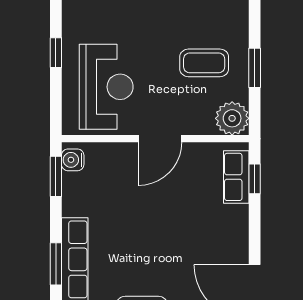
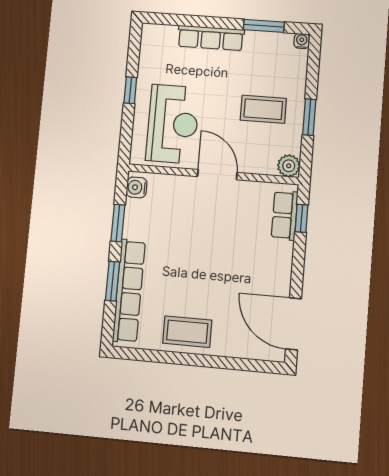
plant: (232, 118) -> (289, 166), width x0.73, depth x0.73
door: (160, 139) -> (217, 175), swing flipped
window: (56, 176) -> (118, 223), moved

